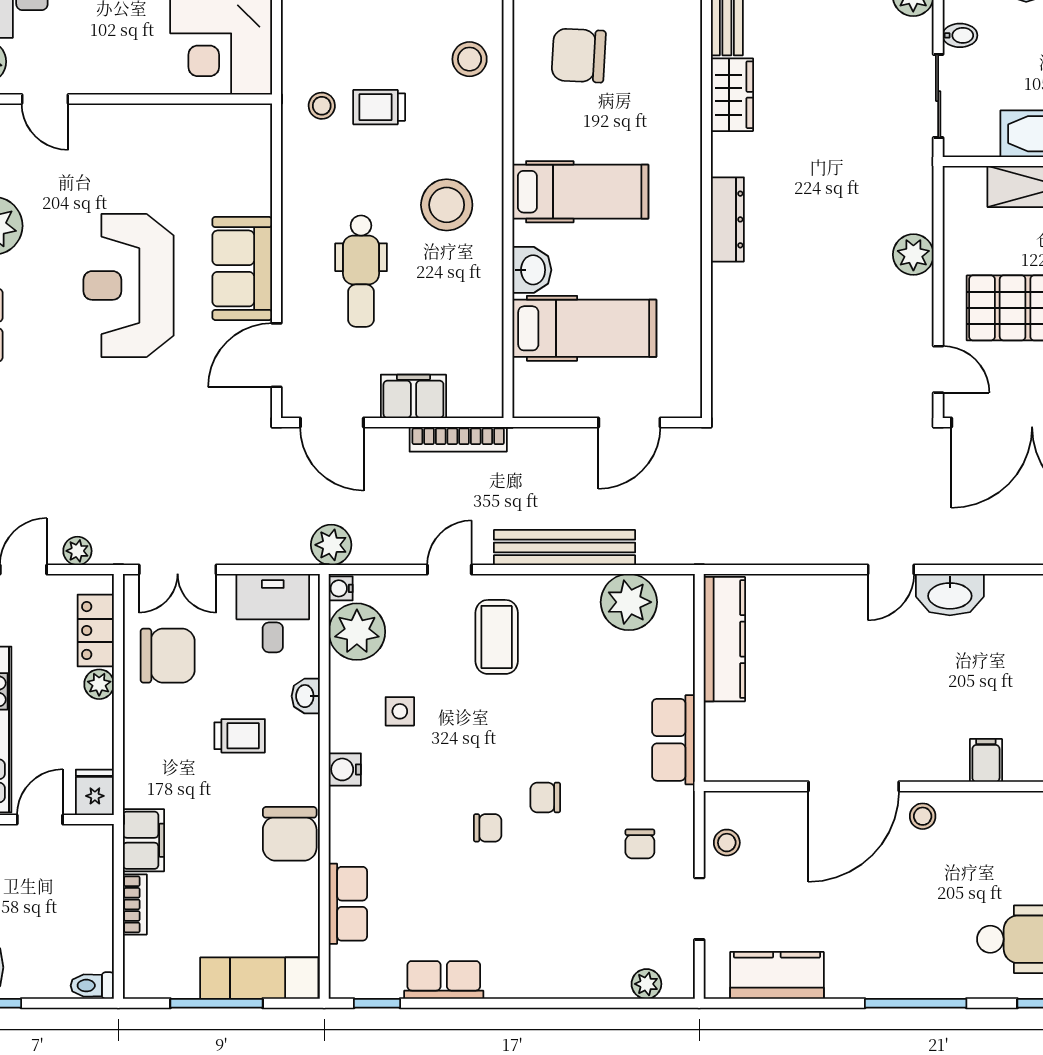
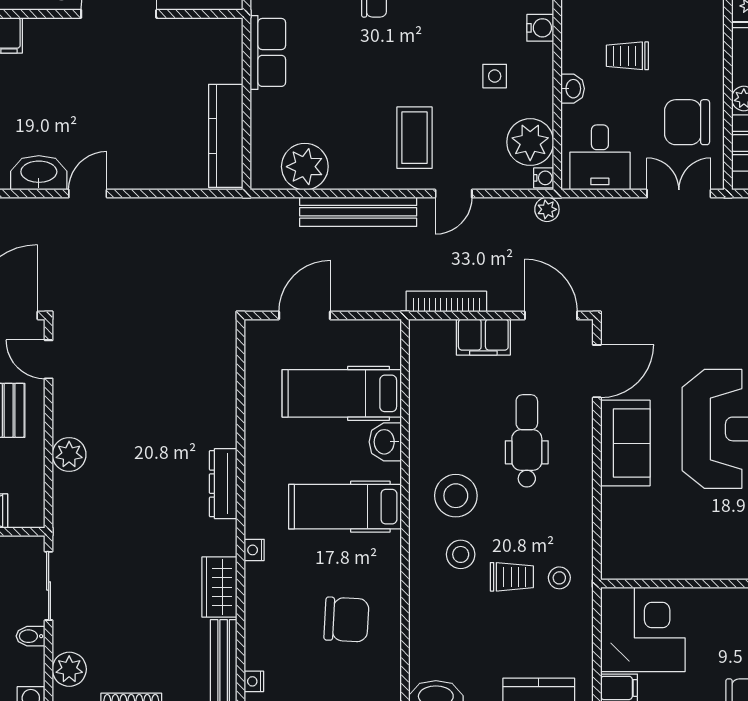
stool: (470, 59) -> (461, 554), moved
nightstand: (690, 139) -> (254, 550), added
plant: (331, 545) -> (547, 209), width x0.73, depth x0.73

